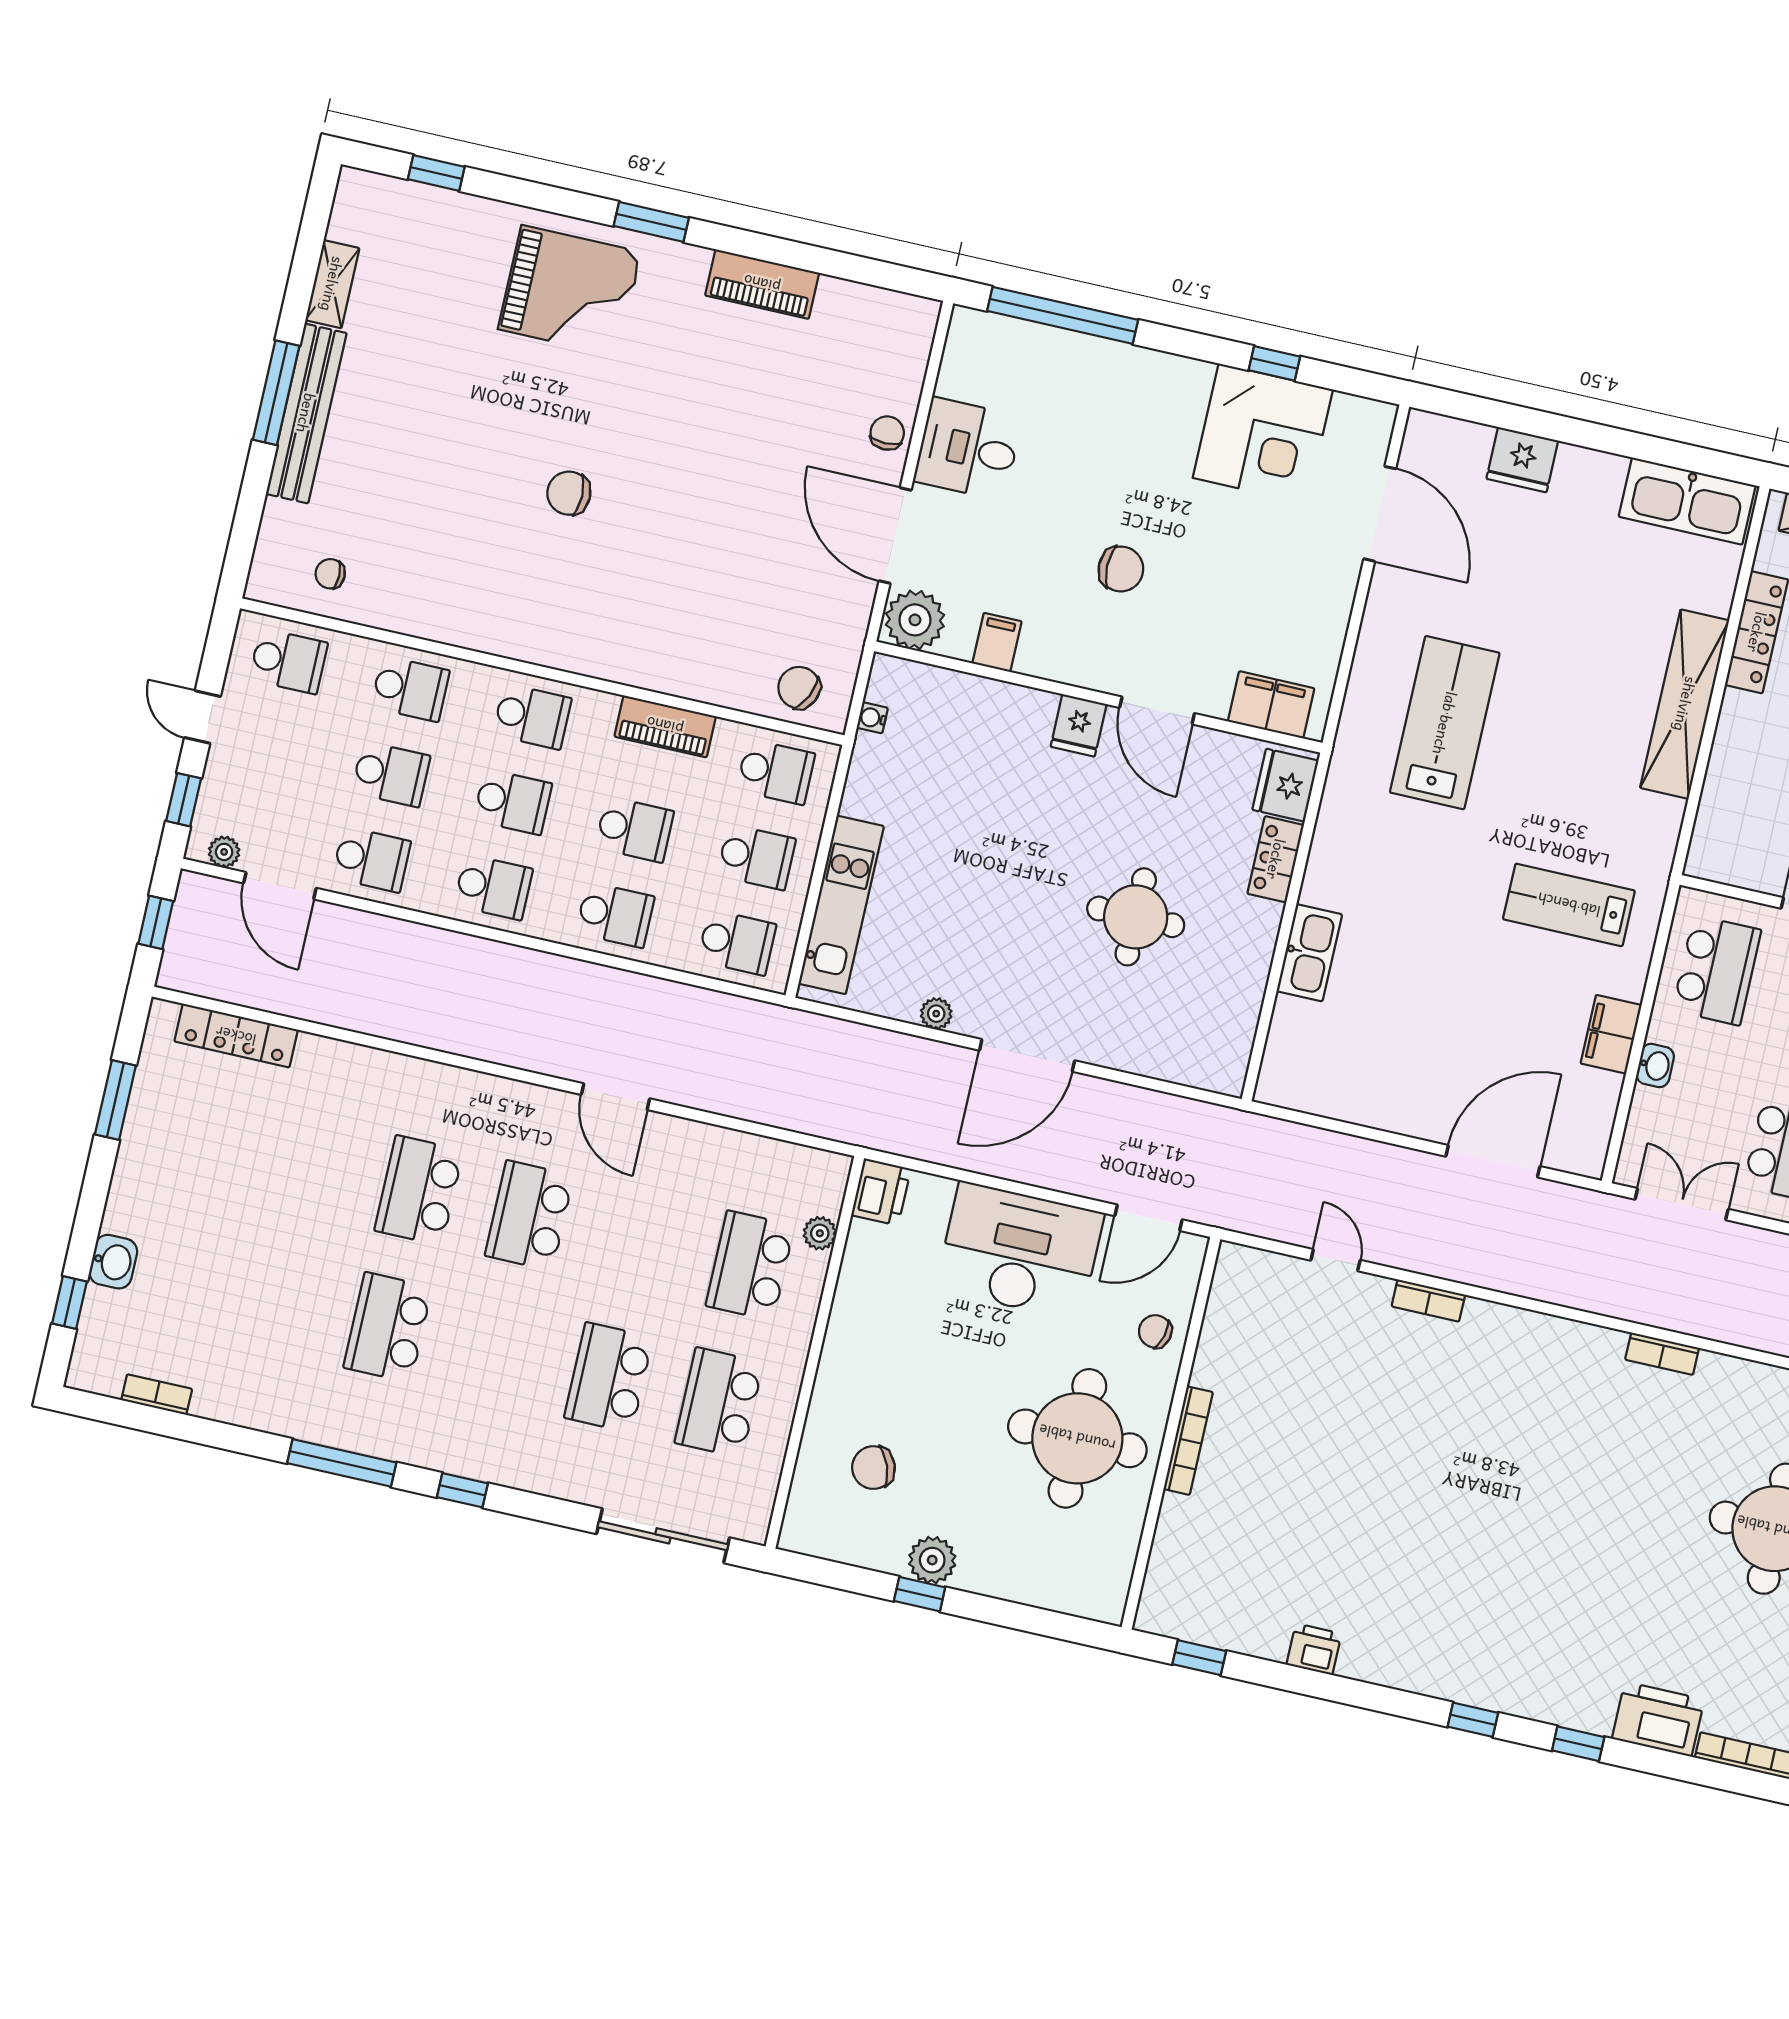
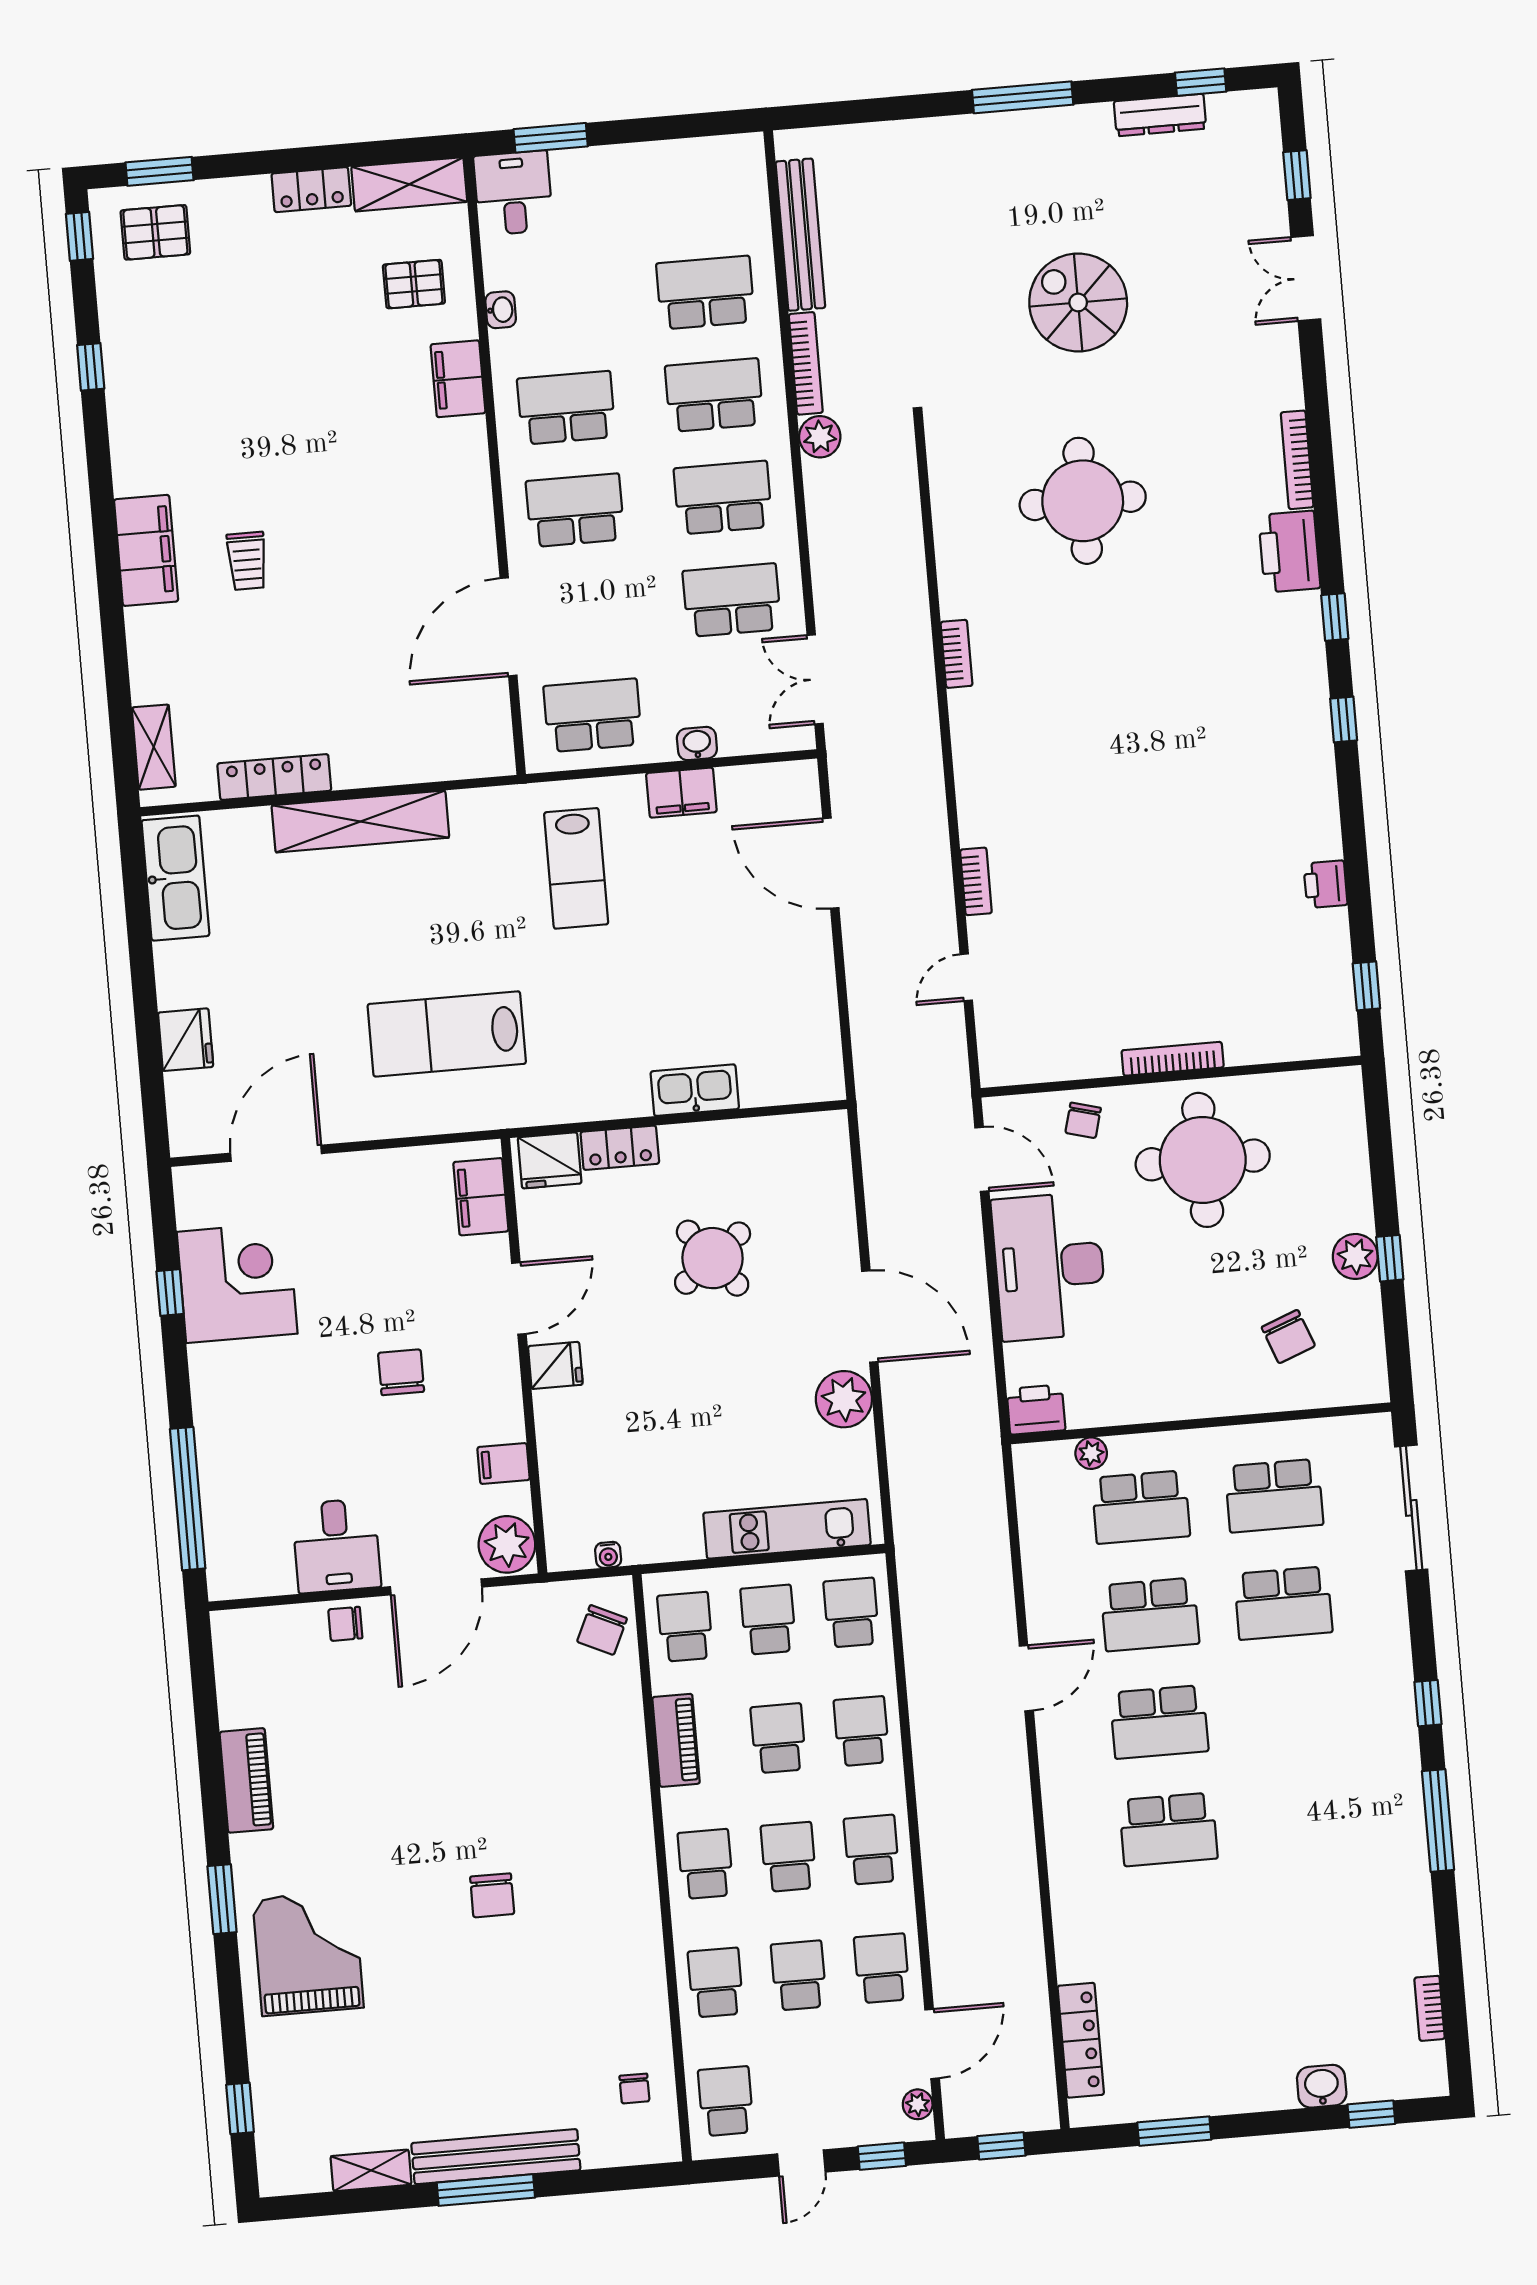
round table: (1136, 917) -> (713, 1258), turned -38
plant: (936, 1014) -> (844, 1399), width x1.88, depth x1.88
school desk: (388, 1327) -> (1150, 1614), moved

